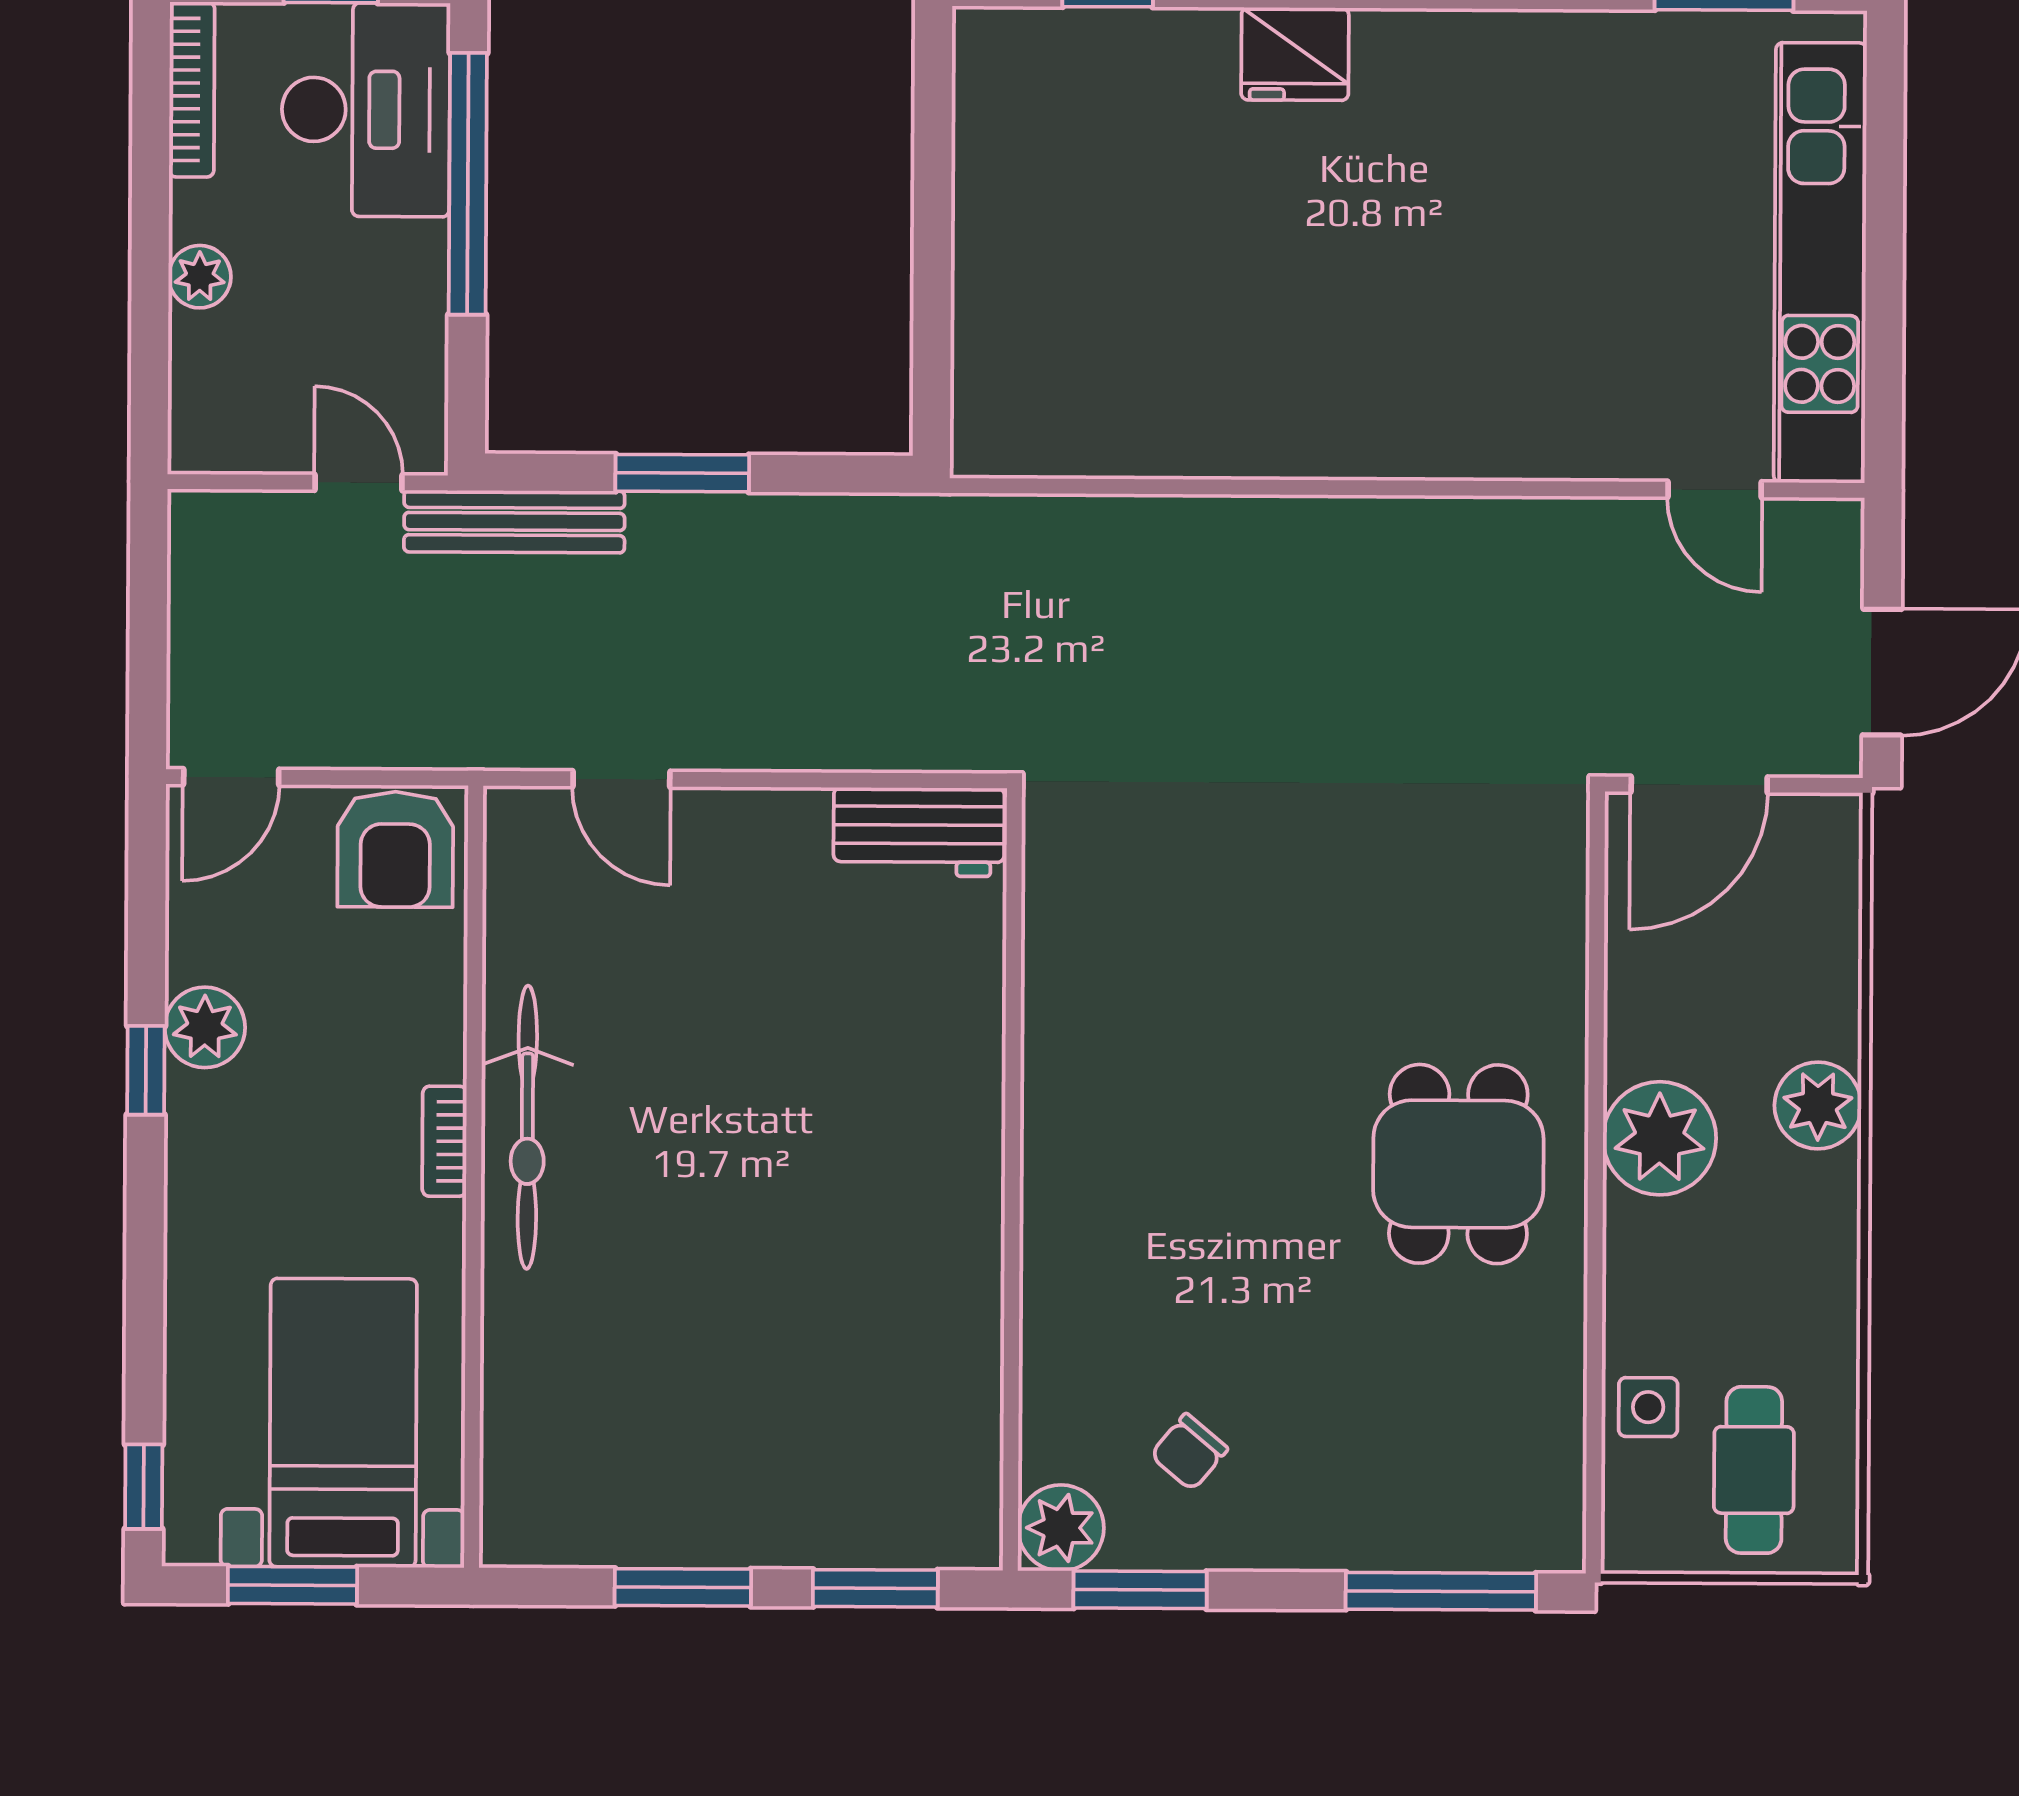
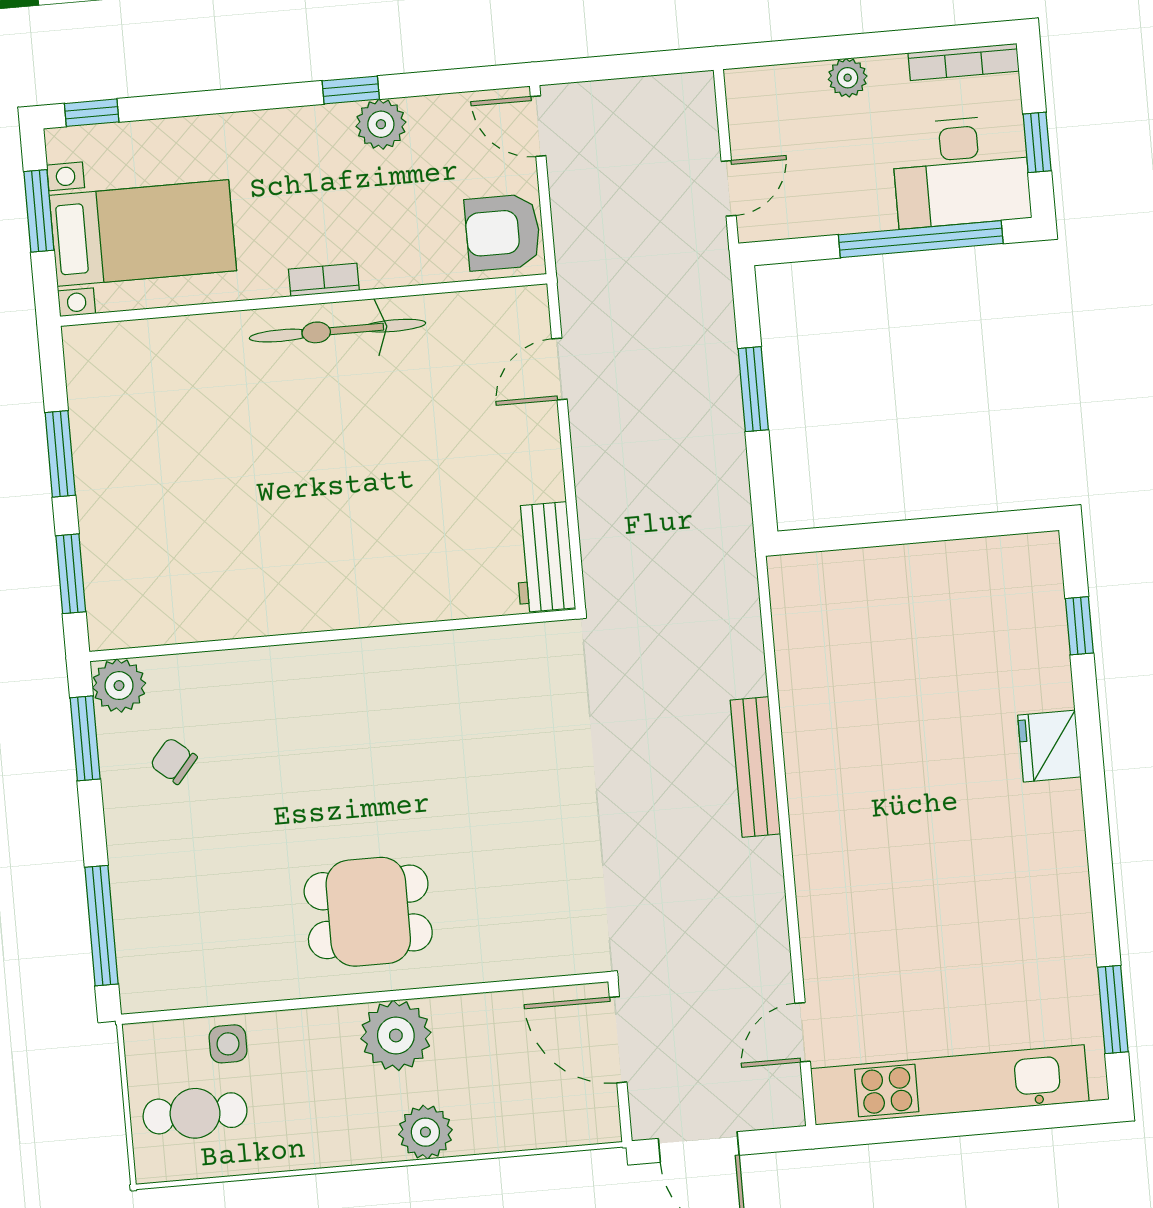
bench: (514, 522) -> (755, 767), moved

